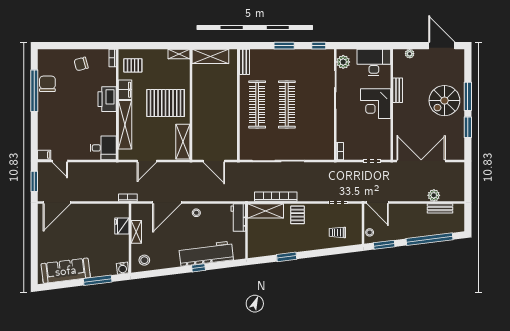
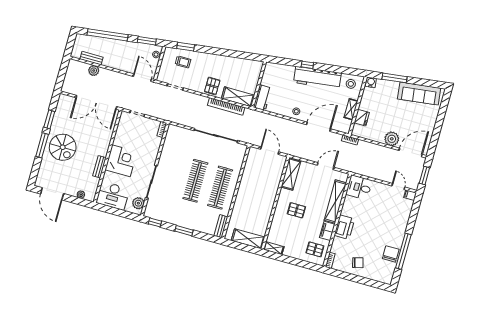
chair: (47, 84) -> (391, 254), turned 180
spiral stairs: (444, 101) -> (63, 147), turned 90
pallet: (166, 103) -> (296, 210), width x0.49, depth x0.50
plant: (82, 212) -> (392, 139), added
workbench: (206, 254) -> (317, 78), moved
window: (287, 257) -> (186, 47), moved

